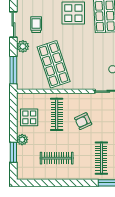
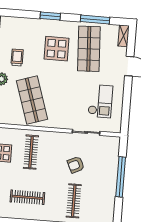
armchair: (83, 121) -> (76, 165), moved

